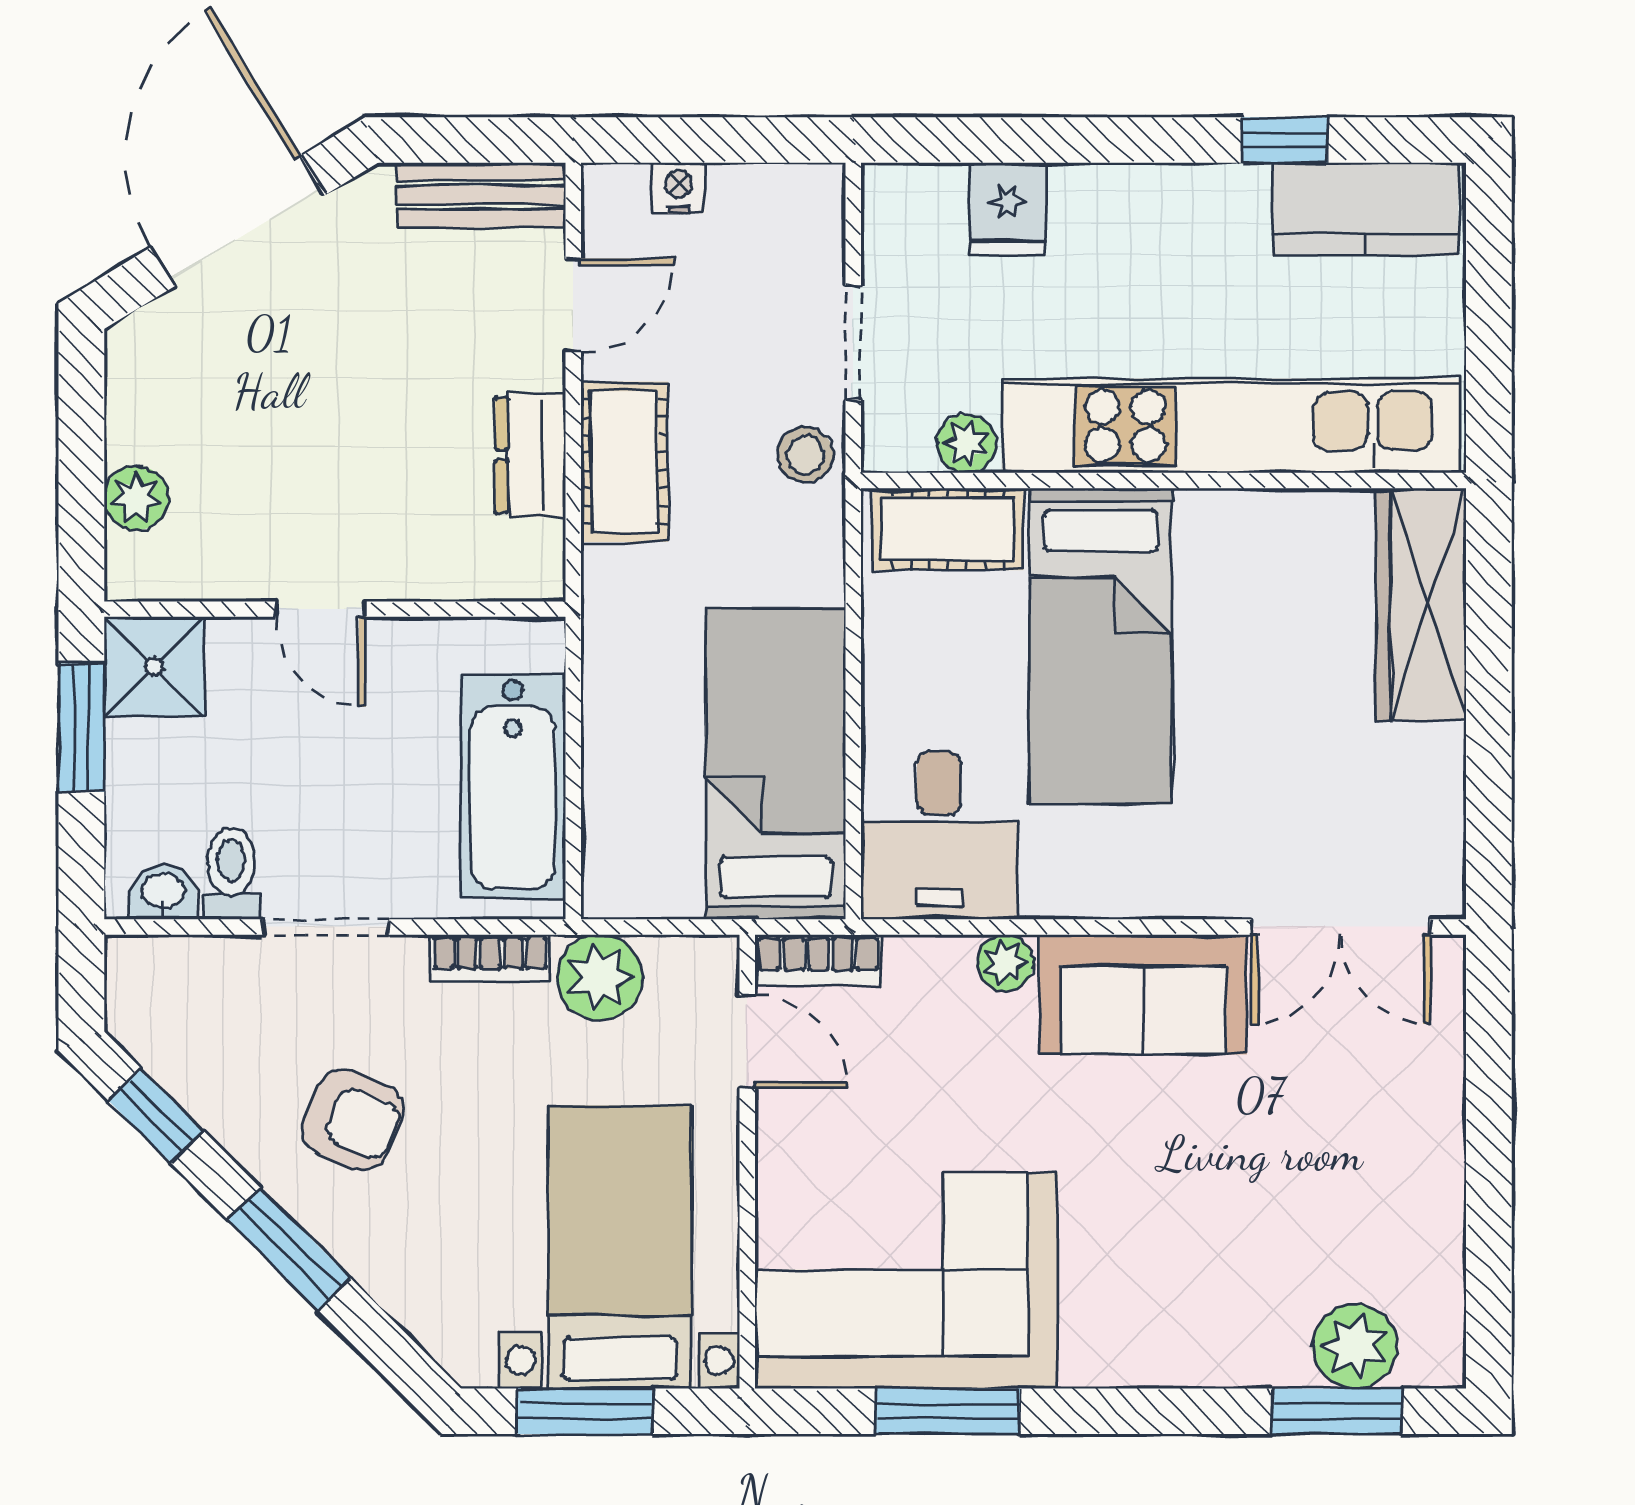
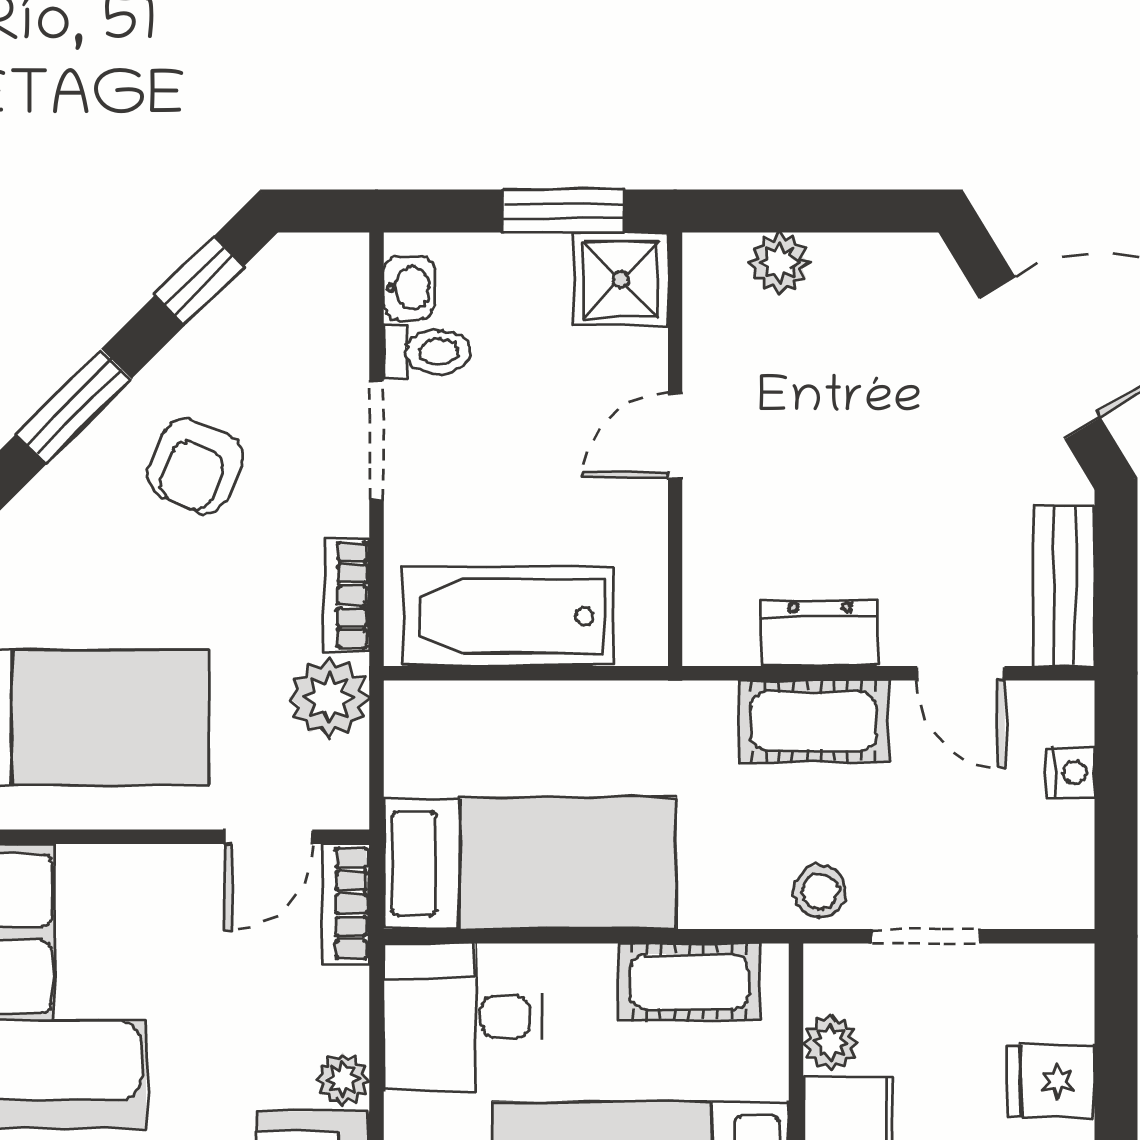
cot: (948, 529) -> (689, 982), moved, turned 90

